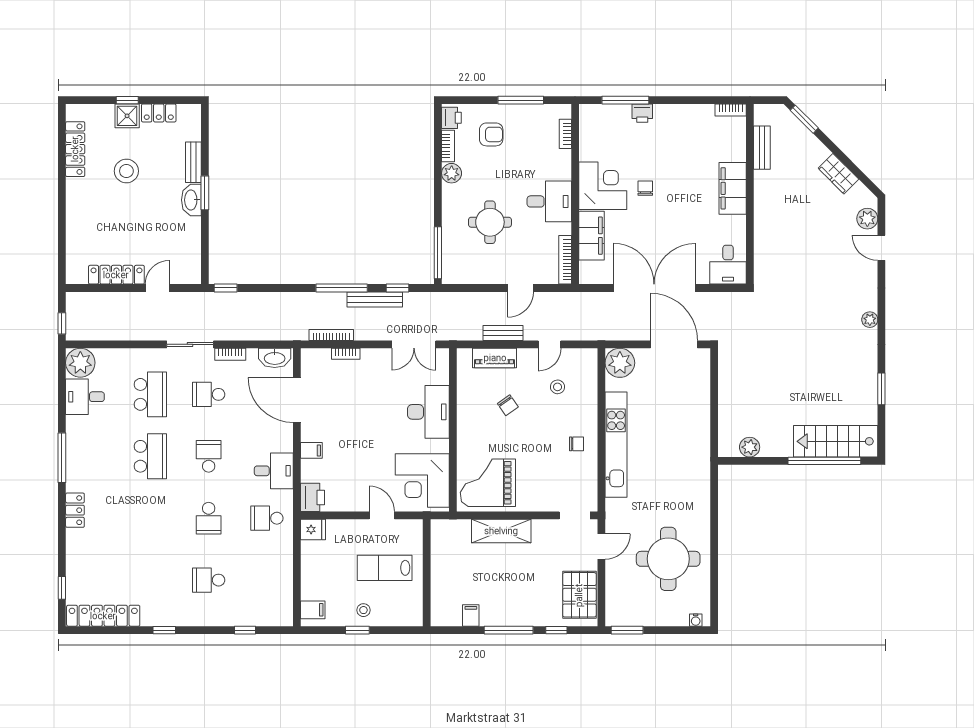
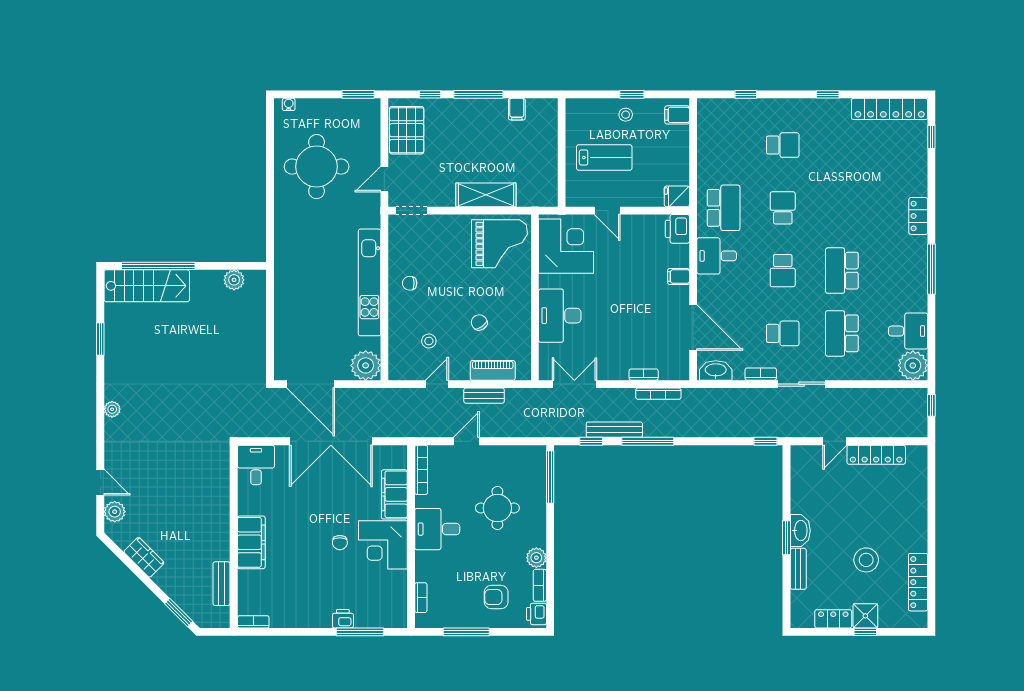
school desk: (267, 518) -> (724, 208), width x1.85

